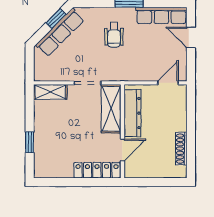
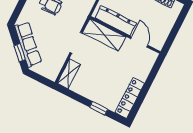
window: (56, 19) -> (20, 53), moved
locker: (97, 170) -> (130, 98), moved

